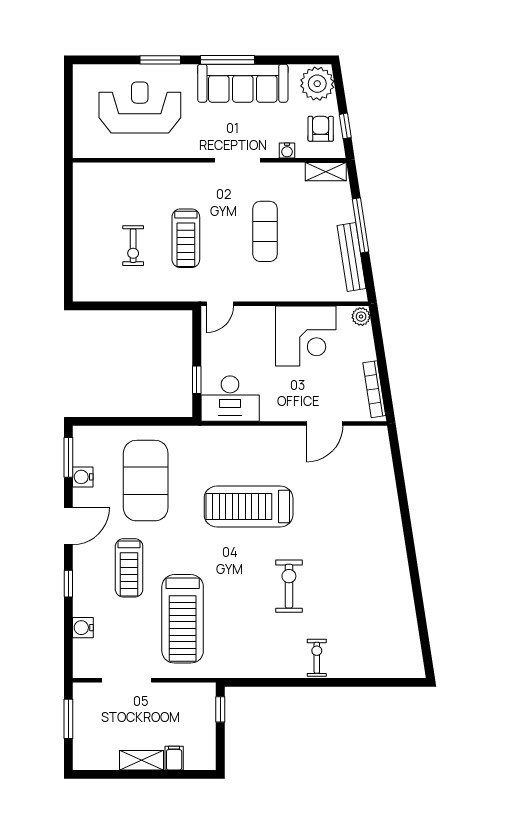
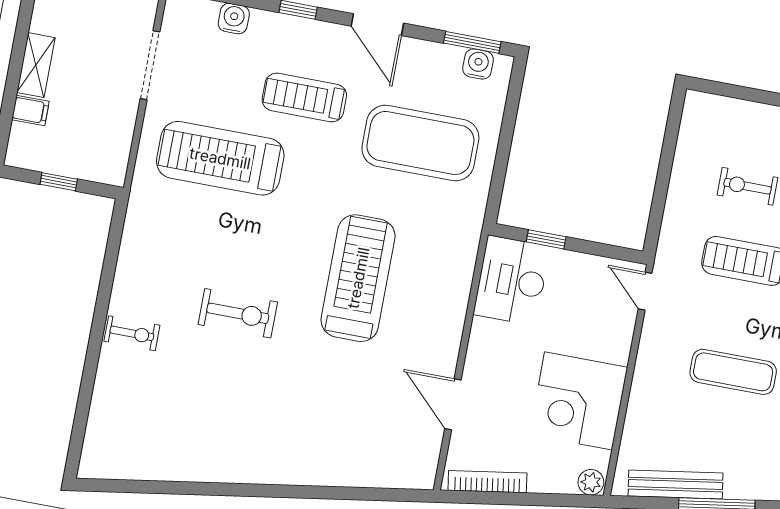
water cooler: (83, 477) -> (478, 64), moved
window: (220, 709) -> (59, 182), moved

